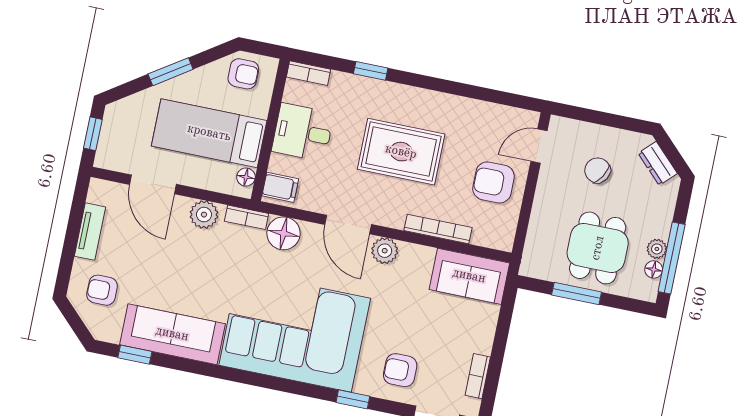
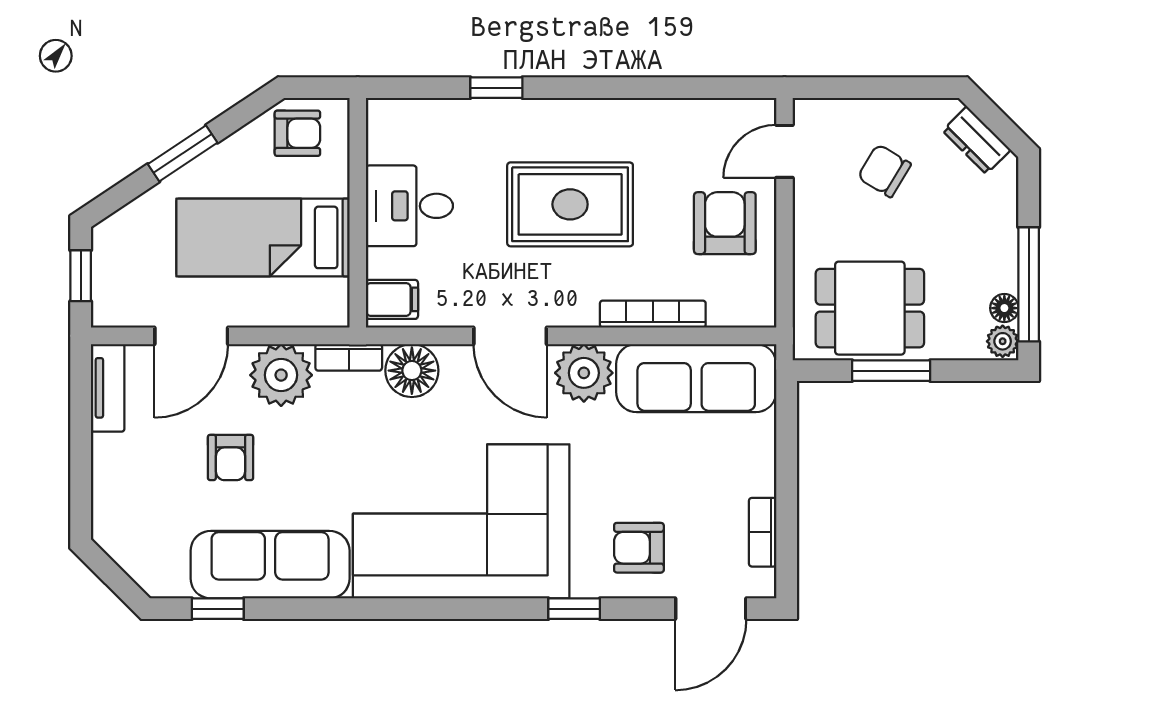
bookcase: (308, 73) -> (399, 111), removed
floor lamp: (246, 177) -> (335, 294), removed
armchair: (493, 182) -> (725, 223), turned 90
door: (153, 184) -> (191, 336), hinge flipped
plant: (204, 215) -> (281, 375), width x1.36, depth x1.36
tv unit: (90, 232) -> (108, 388), moved
dining table: (598, 248) -> (870, 308), moved, turned 90
plant: (657, 249) -> (1003, 341), moved
plant: (385, 251) -> (584, 373), width x1.36, depth x1.36
sofa: (469, 276) -> (696, 378), width x1.36
armchair: (102, 290) -> (230, 457), moved, turned -90

